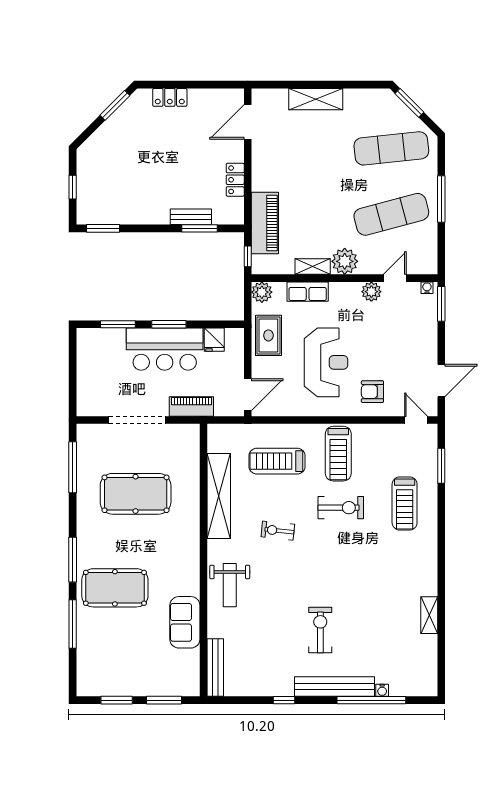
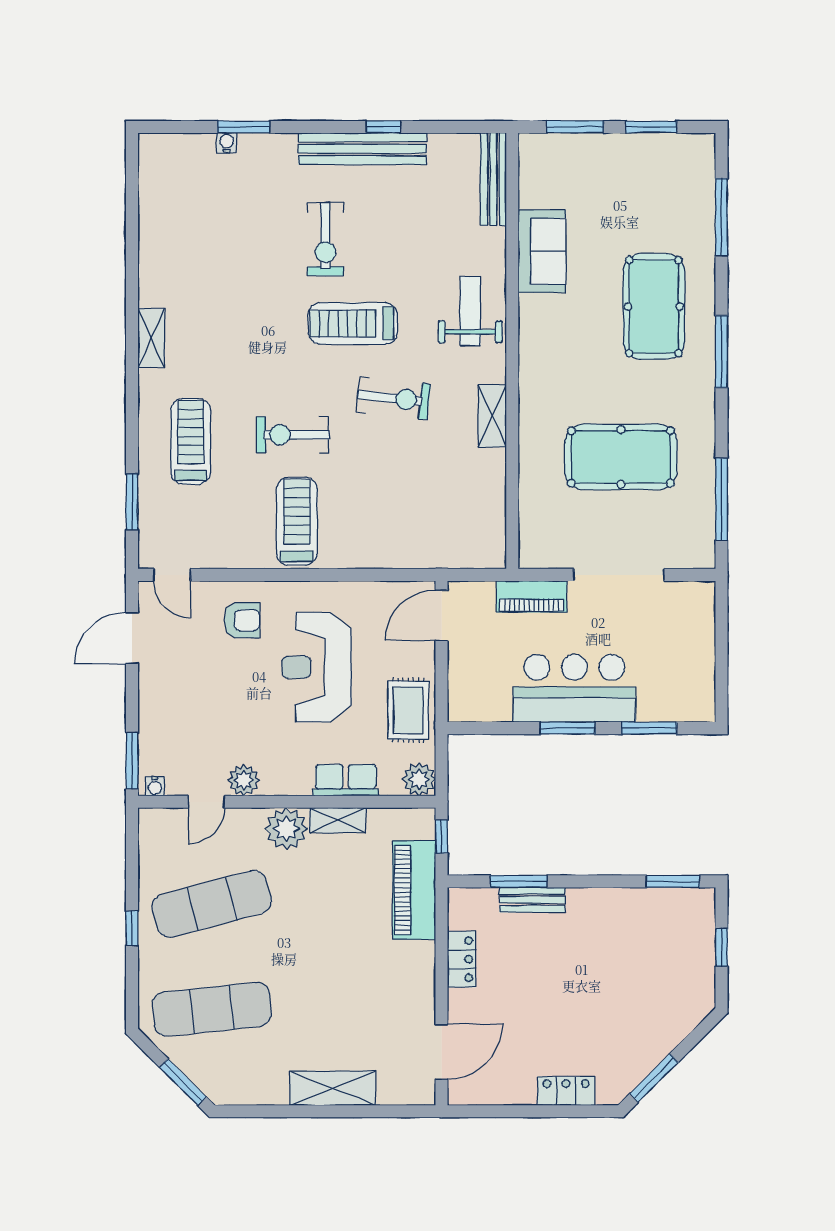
window: (441, 199) -> (132, 928), width x0.46
fridge: (214, 340) -> (495, 703), removed
treadmill: (277, 461) -> (353, 323), moved, turned 180
shelving: (219, 496) -> (492, 416), width x0.45, depth x0.75
exercise bike: (278, 531) -> (393, 398), width x1.38, depth x1.39
pool table: (115, 588) -> (654, 307), turned 90
shelving: (429, 615) -> (151, 338), moved
window: (73, 624) -> (721, 217), moved
bench: (334, 687) -> (362, 149), moved
window: (371, 700) -> (244, 127), width x0.47

